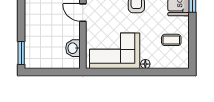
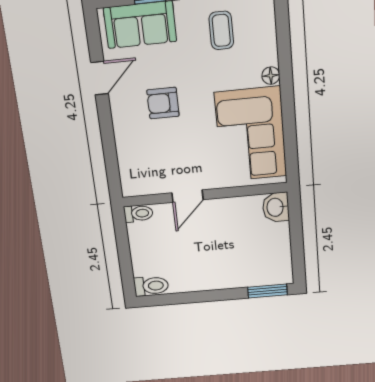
washbasin: (73, 48) -> (276, 207), moved, turned 90

